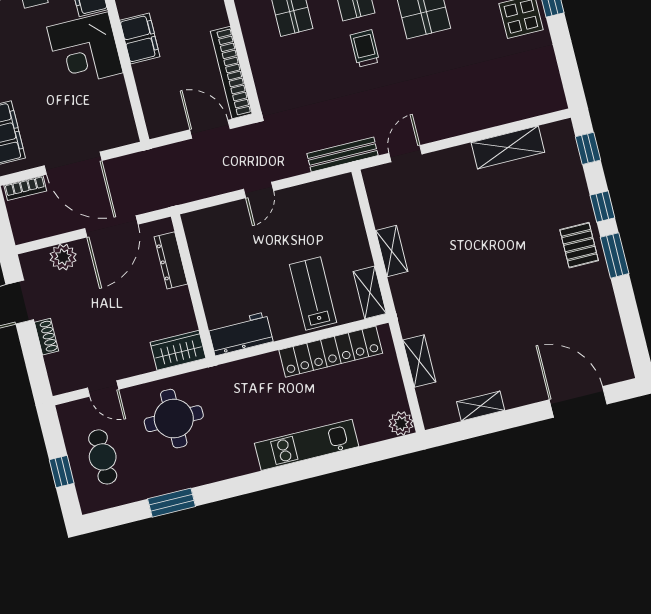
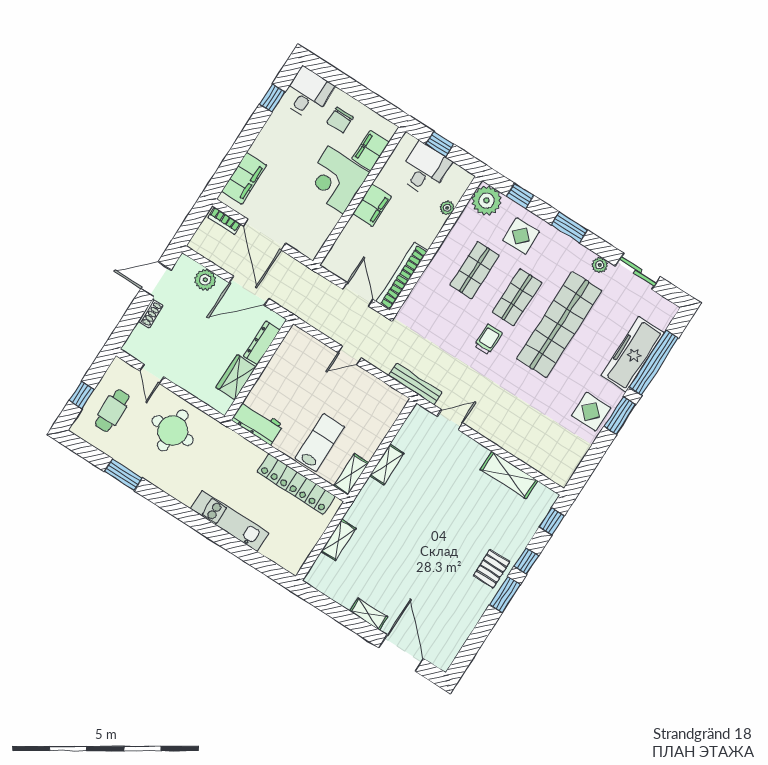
wardrobe: (178, 350) -> (236, 377), moved, turned -90
shelving: (481, 406) -> (369, 614), moved
plant: (401, 423) -> (293, 563), removed

